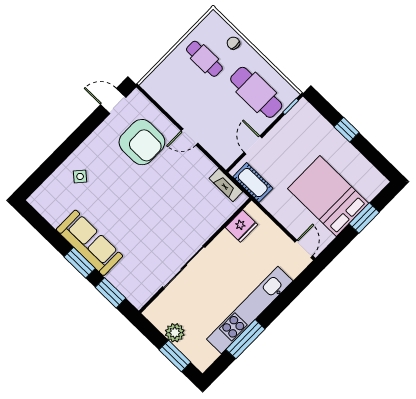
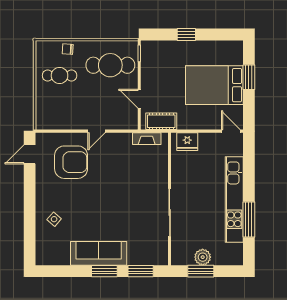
fridge: (241, 226) -> (187, 142), moved, turned 90
window: (175, 356) -> (201, 271), moved

